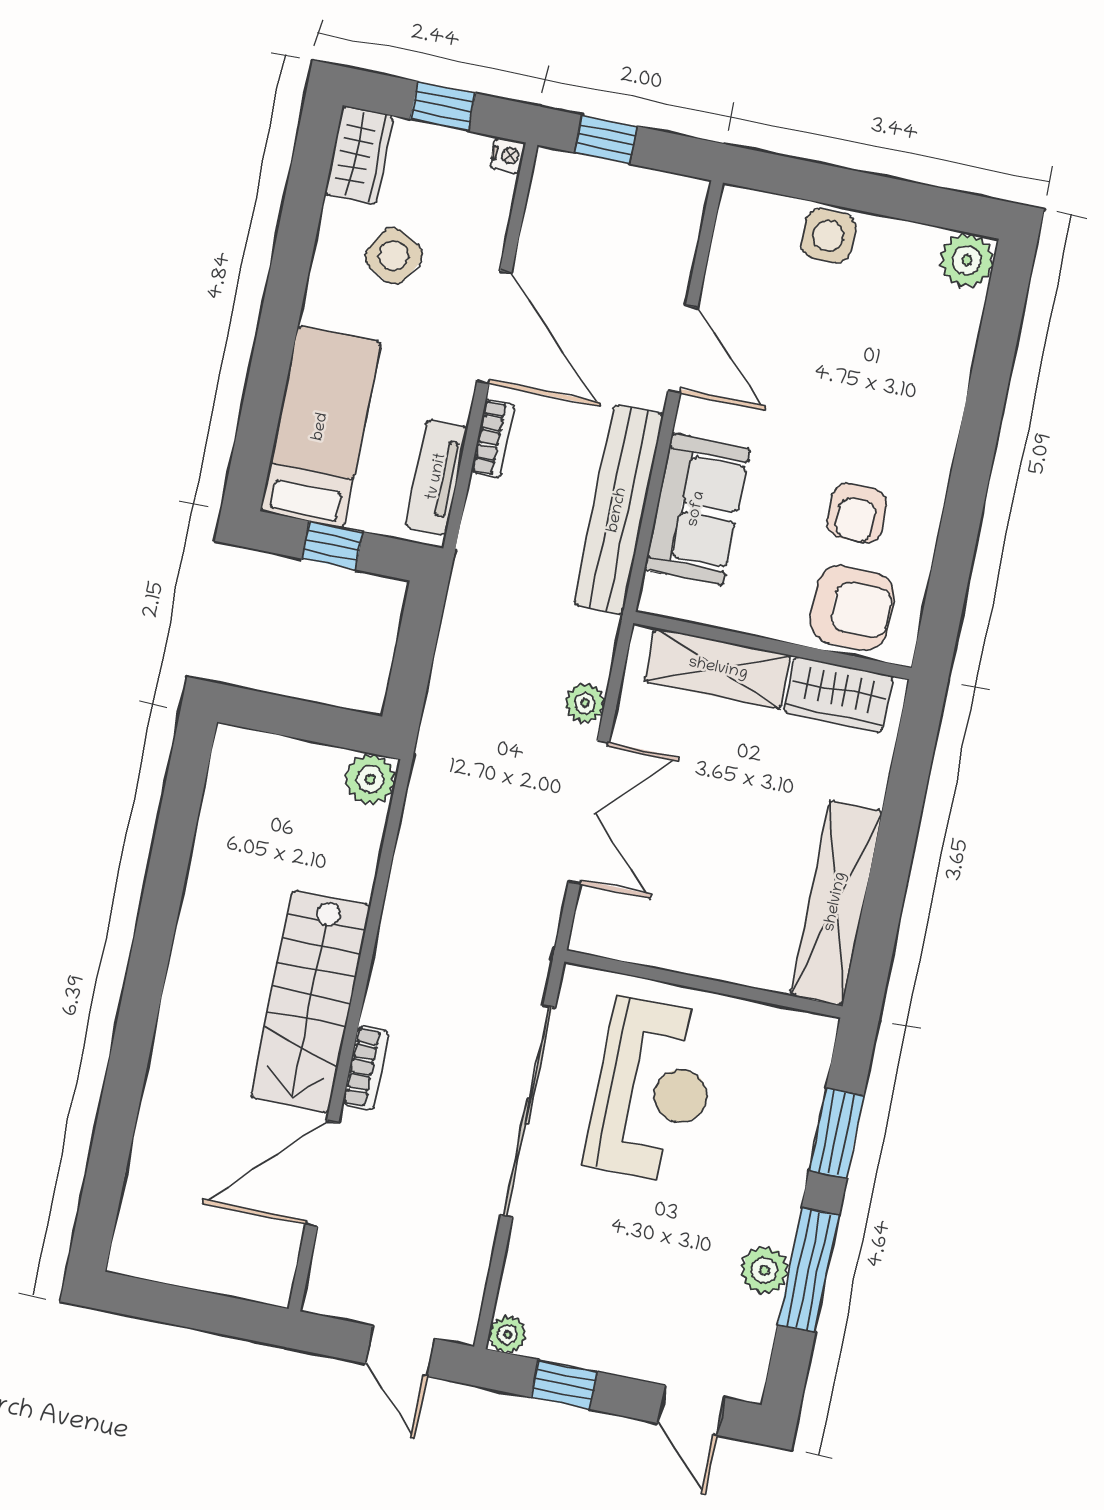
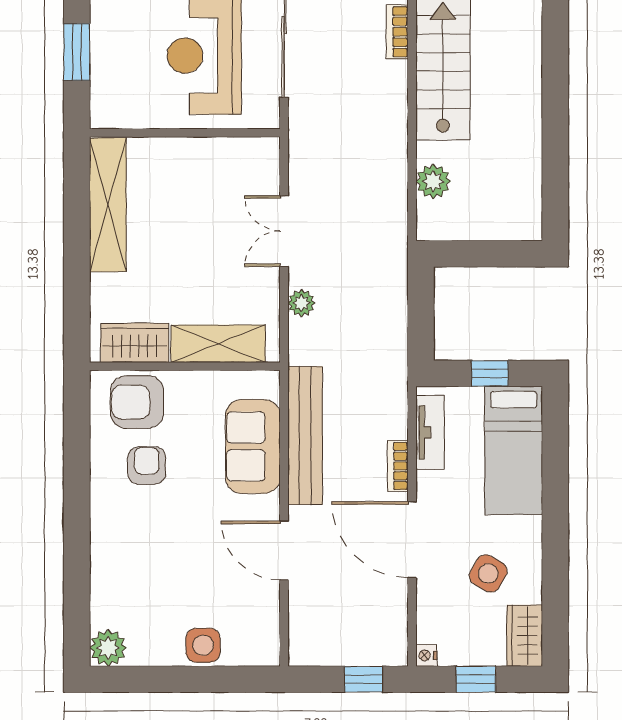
plant: (370, 779) -> (433, 181), moved
double door: (589, 812) -> (284, 231), width x0.73

